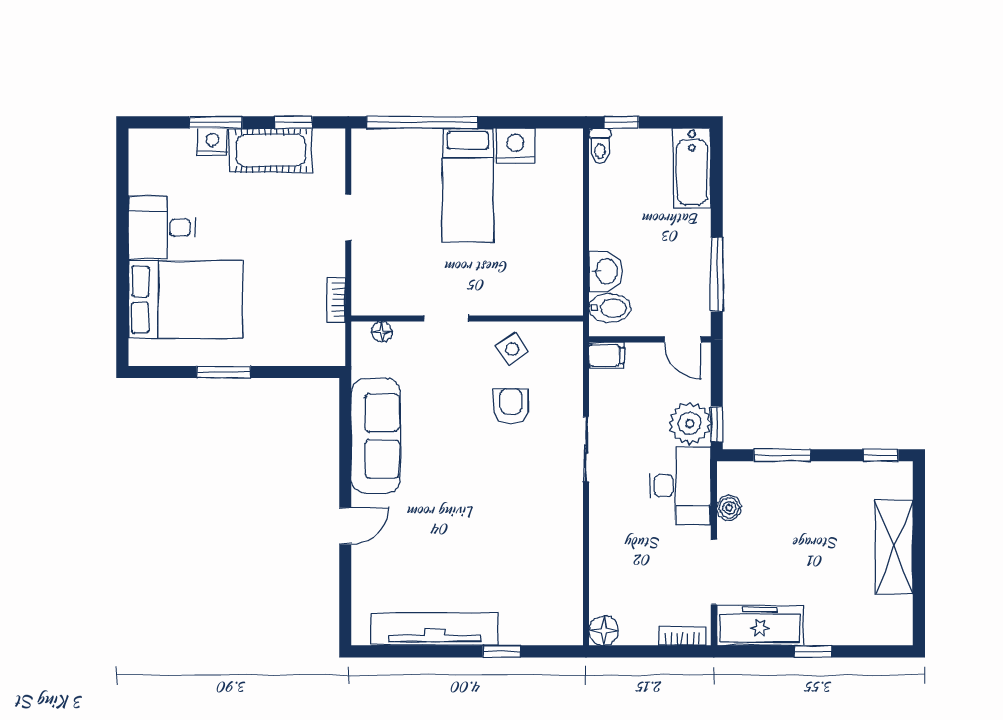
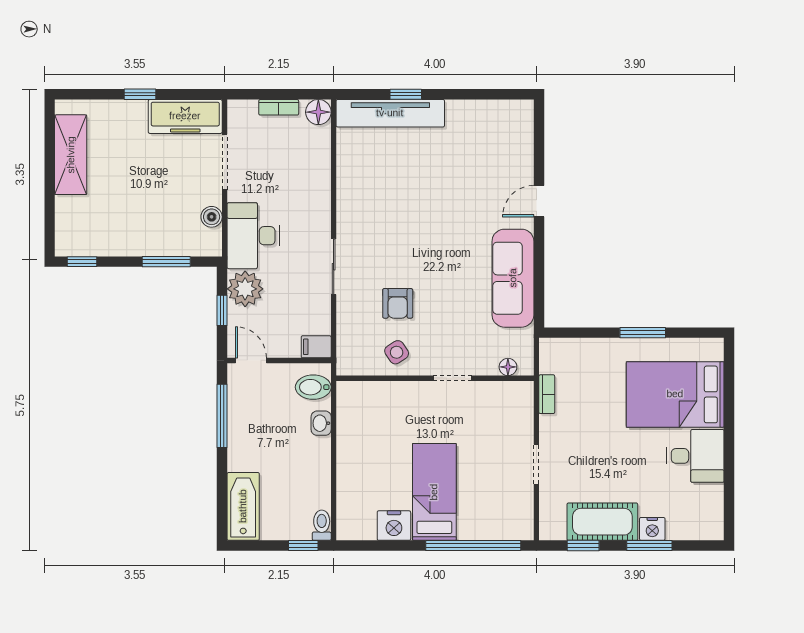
washbasin: (606, 271) -> (321, 423), width x0.72, depth x0.69
window: (717, 424) -> (222, 310), moved
shelving: (894, 547) -> (71, 155), moved
tv unit: (435, 629) -> (390, 113), moved
bookcase: (682, 636) -> (279, 107), moved

